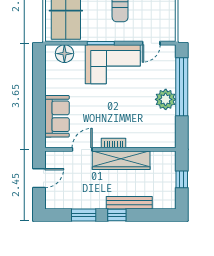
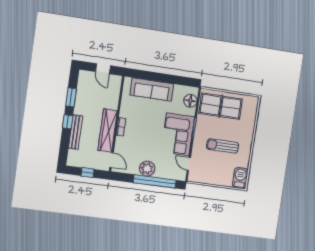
sofa: (57, 116) -> (152, 89), width x1.36
door: (82, 149) -> (112, 160), moved

